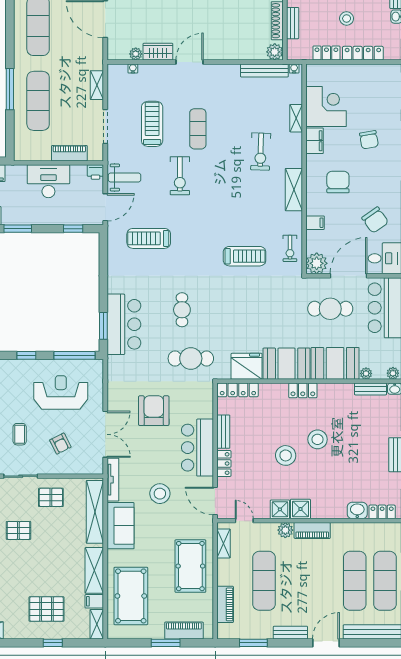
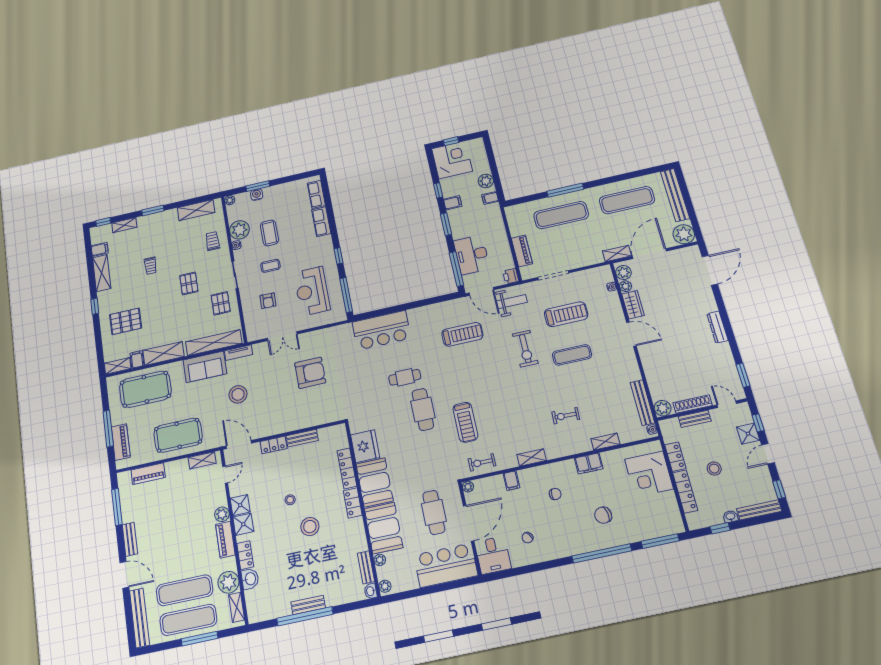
plant: (120, 52) -> (623, 272), added
shelving: (97, 85) -> (617, 253), moved
corner desk: (326, 107) -> (649, 474), moved, turned 90
exercise bike: (261, 152) -> (566, 416), width x0.73, depth x0.72
exercise bike: (180, 176) -> (525, 349), turned -90
weight bench: (125, 178) -> (512, 302), turned -90
desk: (48, 181) -> (472, 255), moved, turned 180
chair: (338, 182) -> (555, 494), width x0.54, depth x0.54
shelving: (294, 190) -> (532, 457), width x0.67, depth x0.75
chair: (375, 220) -> (527, 538), width x0.54, depth x0.54
window: (73, 229) -> (456, 269), width x2.17
treadmill: (149, 238) -> (462, 334), turned 90
plant: (317, 263) -> (468, 487), width x0.53, depth x0.53
door: (349, 276) -> (469, 523), hinge flipped
window: (103, 326) -> (377, 313), removed
cafe table: (191, 358) -> (423, 409), moved
locker: (238, 390) -> (347, 468), moved
reception desk: (61, 392) -> (312, 291), turned 180
double door: (105, 434) -> (282, 336), width x0.73
armchair: (60, 444) -> (268, 301), turned -61
bar counter: (197, 448) -> (284, 418), removed
stool: (286, 455) -> (290, 500), width x0.53, depth x0.53
tv unit: (113, 480) -> (239, 353), width x0.71
door: (215, 501) -> (239, 444), hinge flipped
locker: (382, 512) -> (245, 555), moved
shelving: (383, 529) -> (237, 607), added
plant: (356, 534) -> (228, 582), added
exercise mat: (264, 581) -> (174, 505), removed
pallet: (47, 609) -> (126, 321), turned 90
window: (53, 643) -> (95, 306), moved
window: (166, 643) -> (108, 428), width x1.44
window: (253, 643) -> (117, 507), width x1.44

